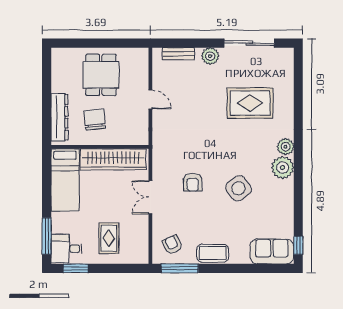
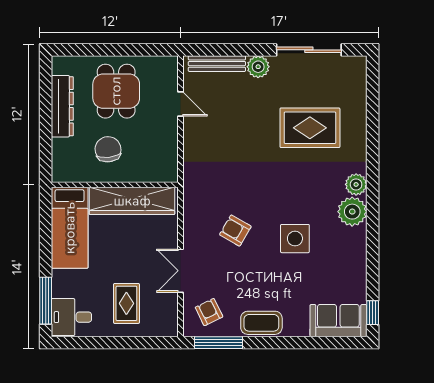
bench: (178, 54) -> (217, 64), width x1.36
door: (150, 100) -> (181, 104), moved
dresser: (59, 117) -> (62, 106), moved
armchair: (193, 182) -> (235, 231), turned 120
side table: (238, 188) -> (295, 239), turned 37
double door: (150, 197) -> (181, 271), moved
window: (76, 268) -> (83, 343), removed

